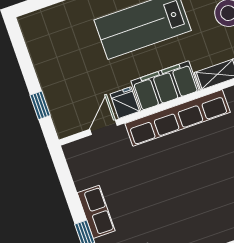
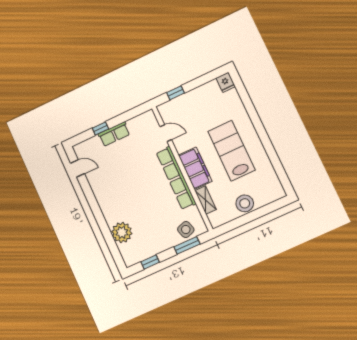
fridge: (125, 103) -> (226, 82), moved, turned 90

